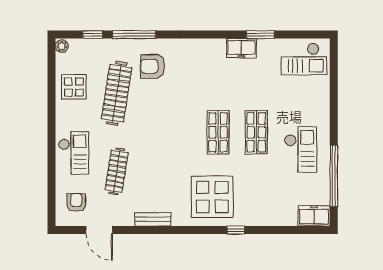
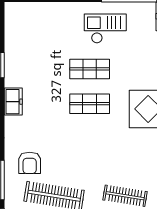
freezer: (241, 48) -> (13, 102), moved
checkout: (304, 59) -> (23, 25), removed

